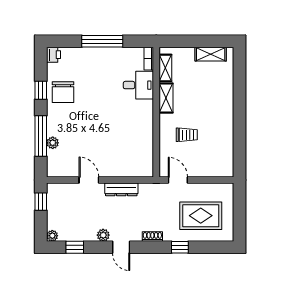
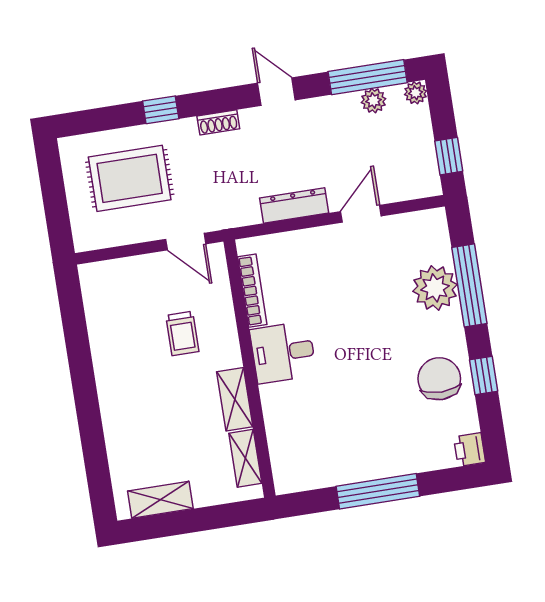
bookcase: (149, 59) -> (252, 291), moved, width x1.56
desk: (138, 85) -> (283, 352), moved
trolley: (187, 135) -> (182, 333), turned -90
plant: (53, 143) -> (435, 288), width x1.87, depth x1.87
door: (89, 180) -> (361, 214), swing flipped
plant: (103, 235) -> (373, 101), moved
window: (75, 247) -> (368, 77), width x2.17

